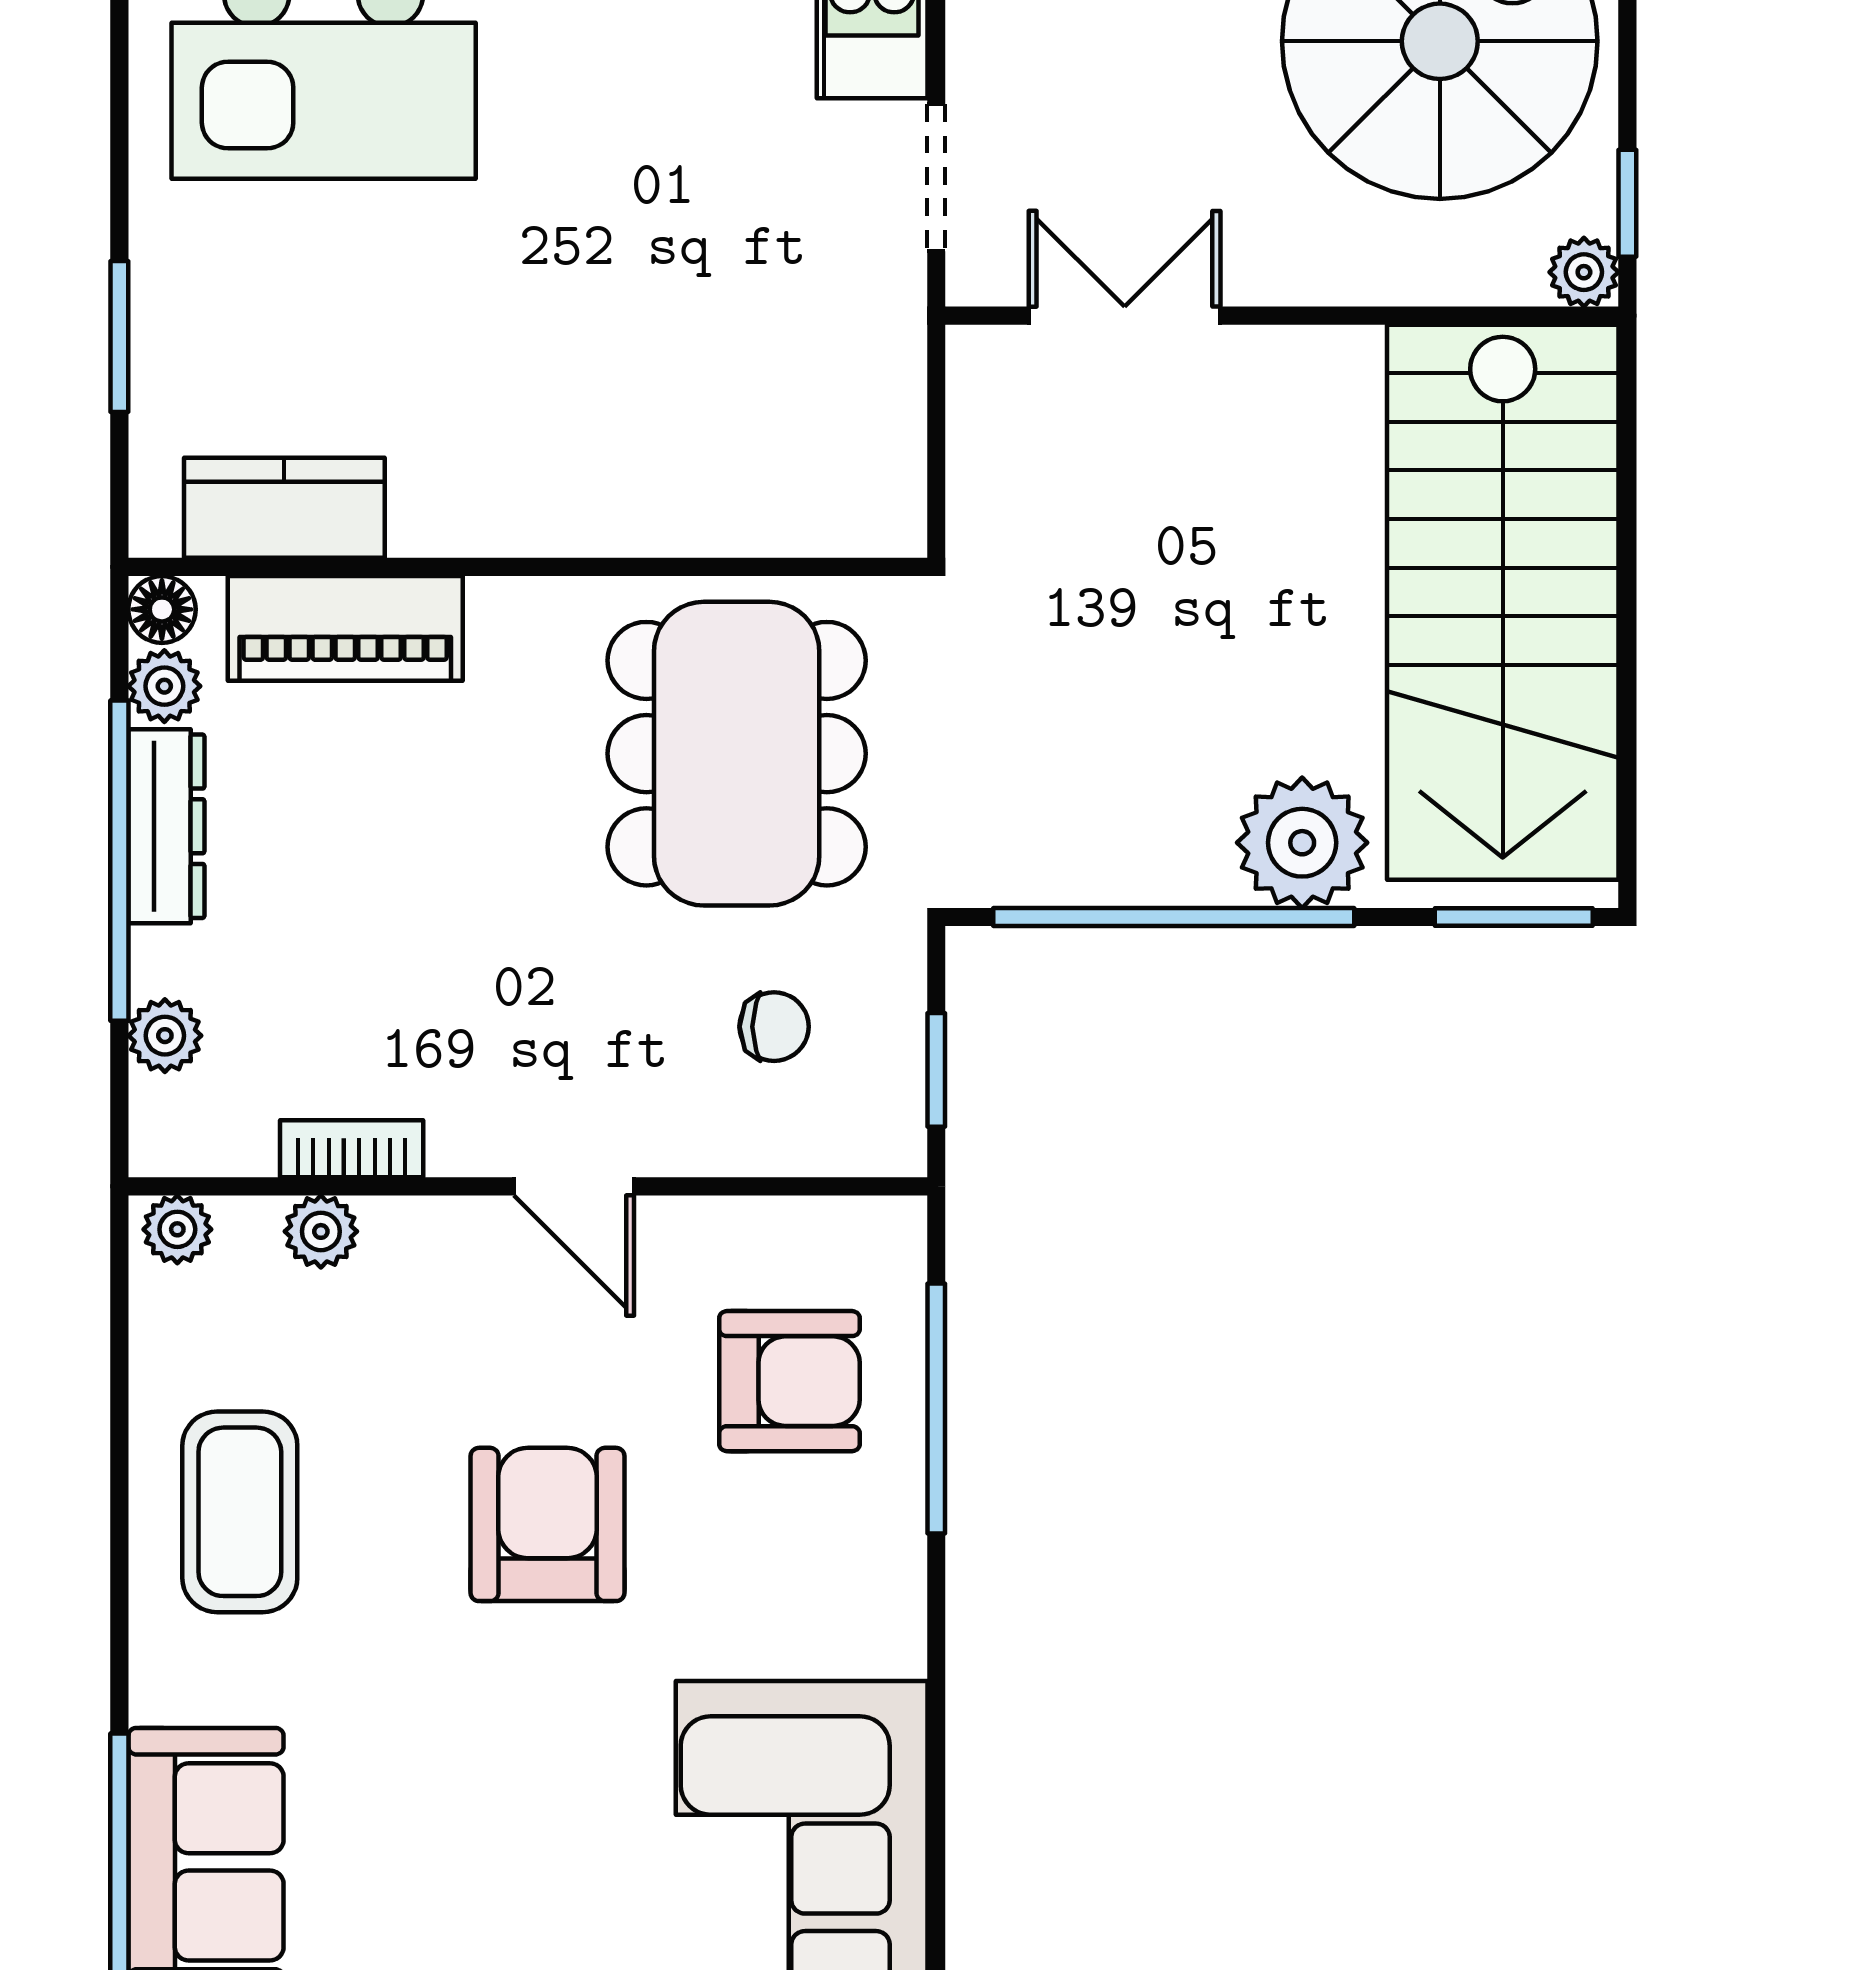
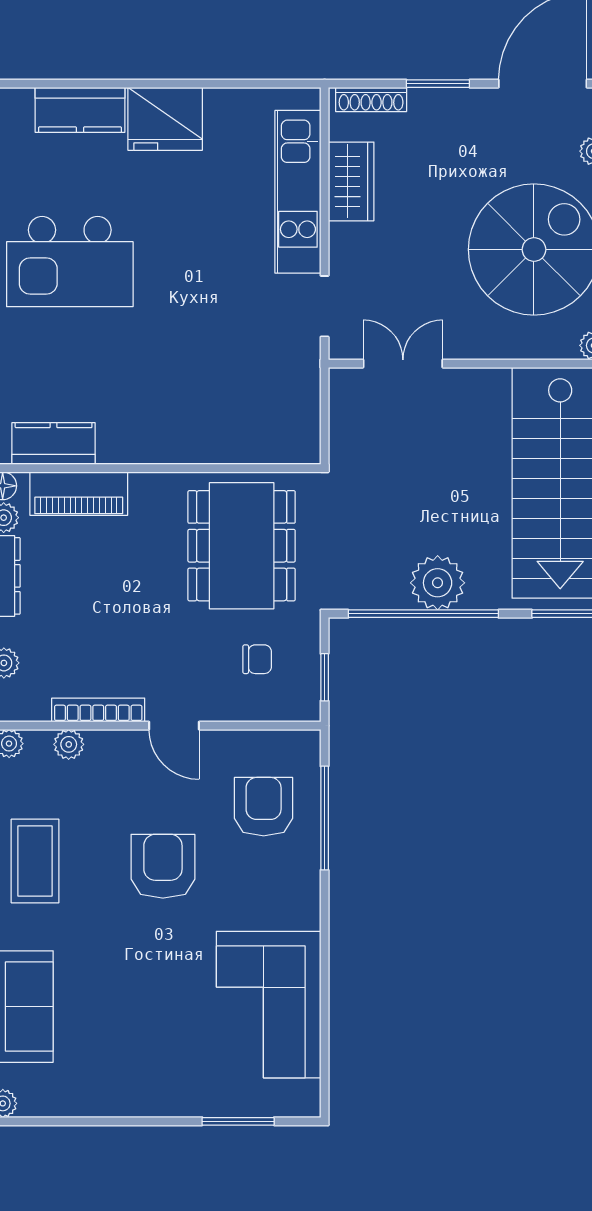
plant: (1302, 843) -> (438, 583), moved
bookcase: (352, 1149) -> (98, 710), width x1.56
armchair: (789, 1381) -> (264, 807), turned -90

